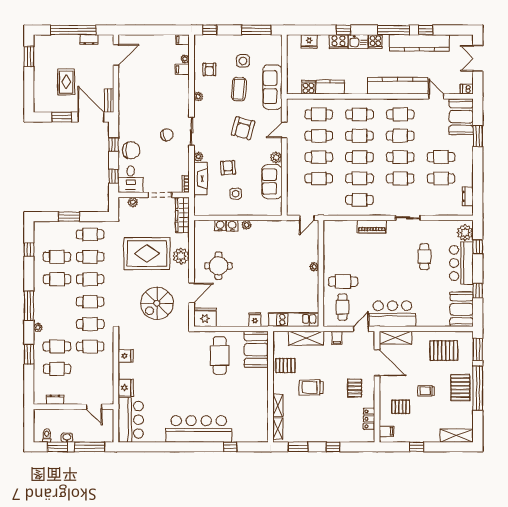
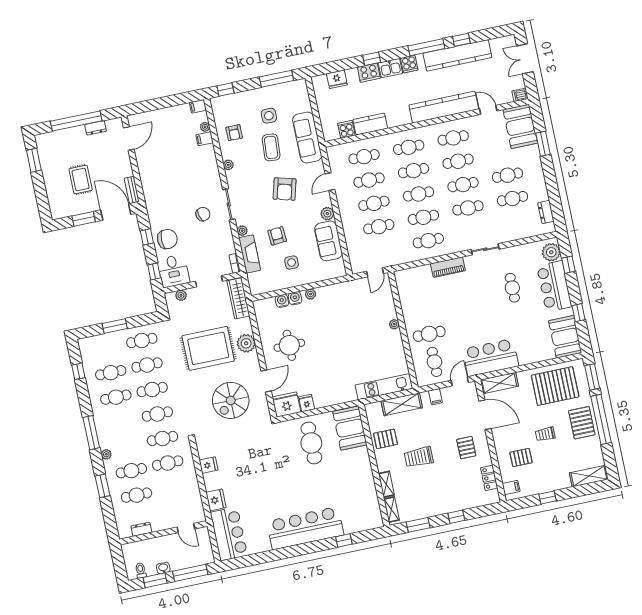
fridge: (255, 320) -> (307, 403), moved
pallet: (444, 351) -> (555, 386), width x1.37, depth x1.41

